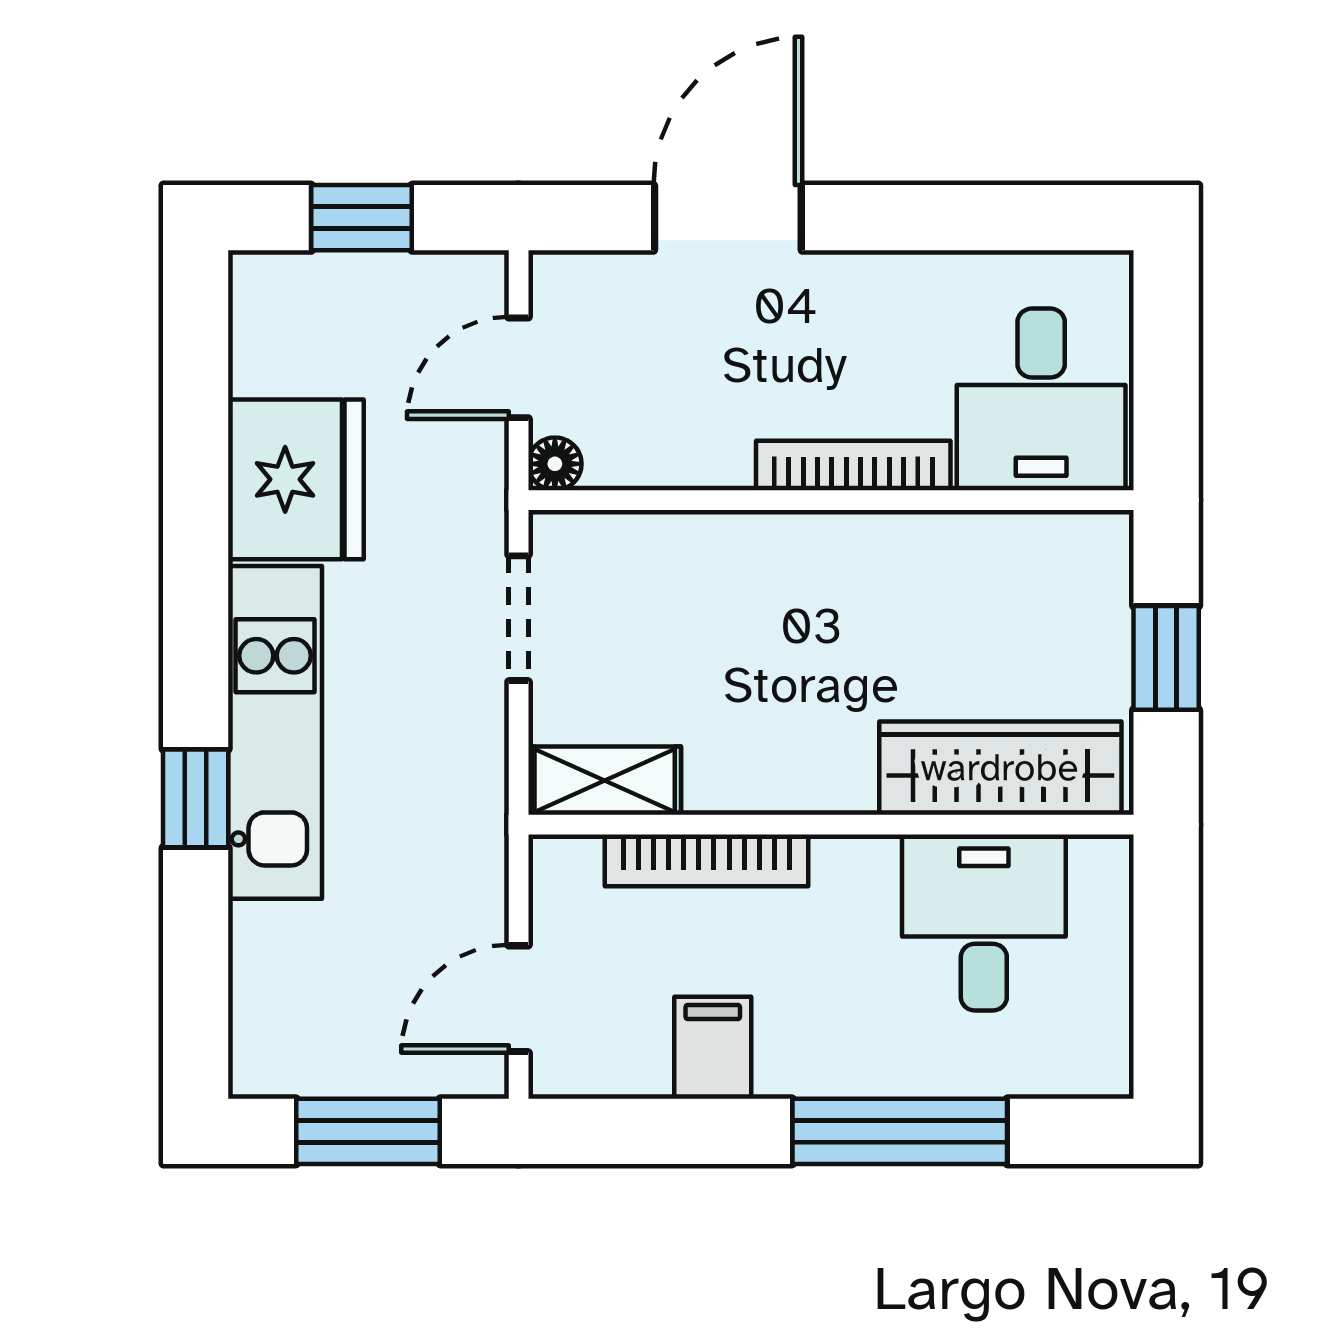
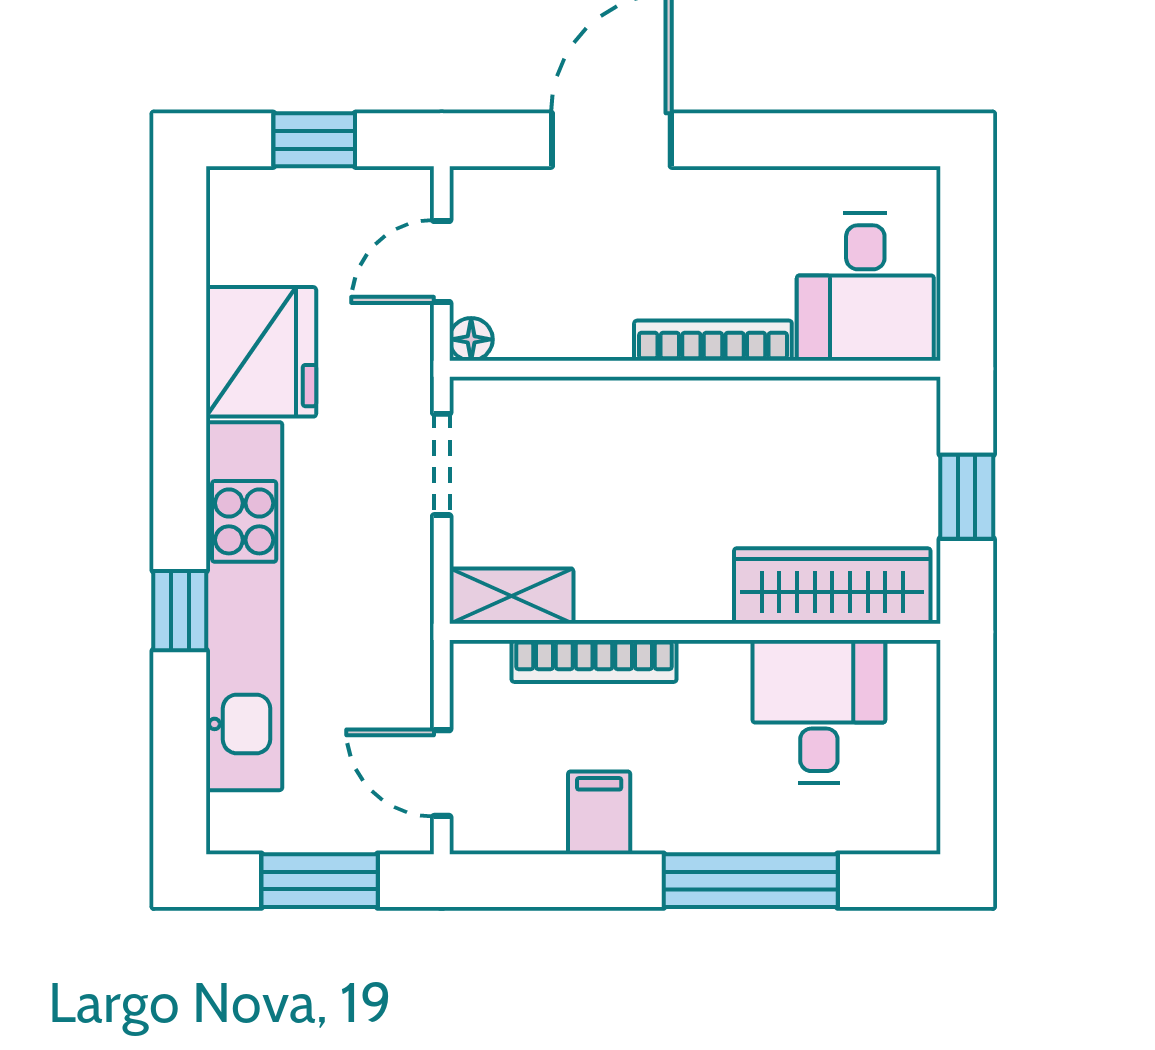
kitchen unit: (275, 732) -> (244, 606), width x1.36
door: (519, 999) -> (442, 773), hinge flipped

